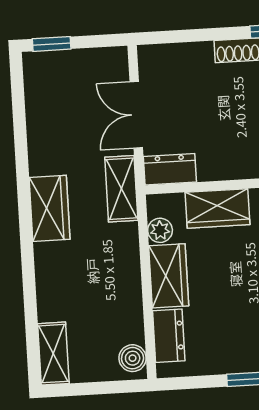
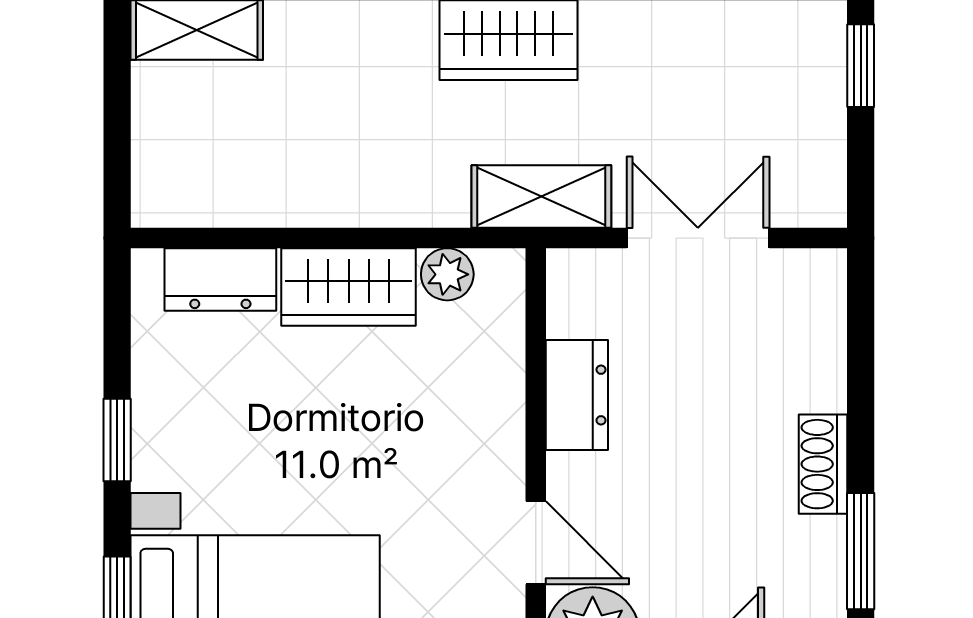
dresser: (170, 169) -> (577, 395), moved
wardrobe: (218, 208) -> (487, 400), removed
boiler: (133, 358) -> (177, 199), removed

